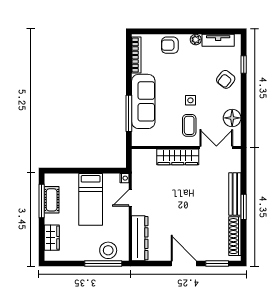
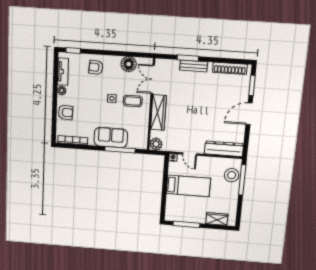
armchair: (170, 45) -> (66, 112), turned -87
window: (244, 64) -> (73, 50), moved
armchair: (226, 79) -> (96, 67), turned 146
sofa: (143, 101) -> (111, 137), width x0.73
plant: (139, 157) -> (156, 144), added
bench: (235, 194) -> (194, 66), width x0.73
cot: (52, 200) -> (186, 217), removed
window: (244, 207) -> (188, 58), moved

